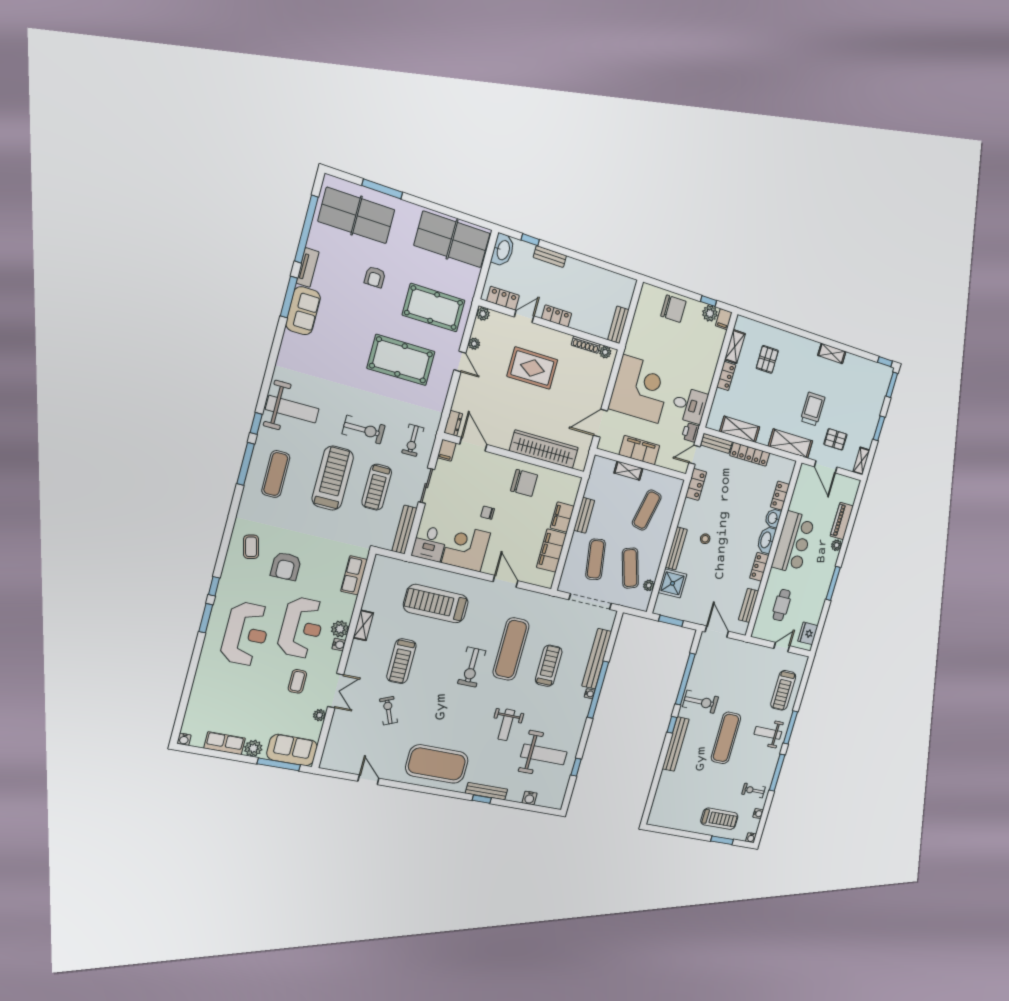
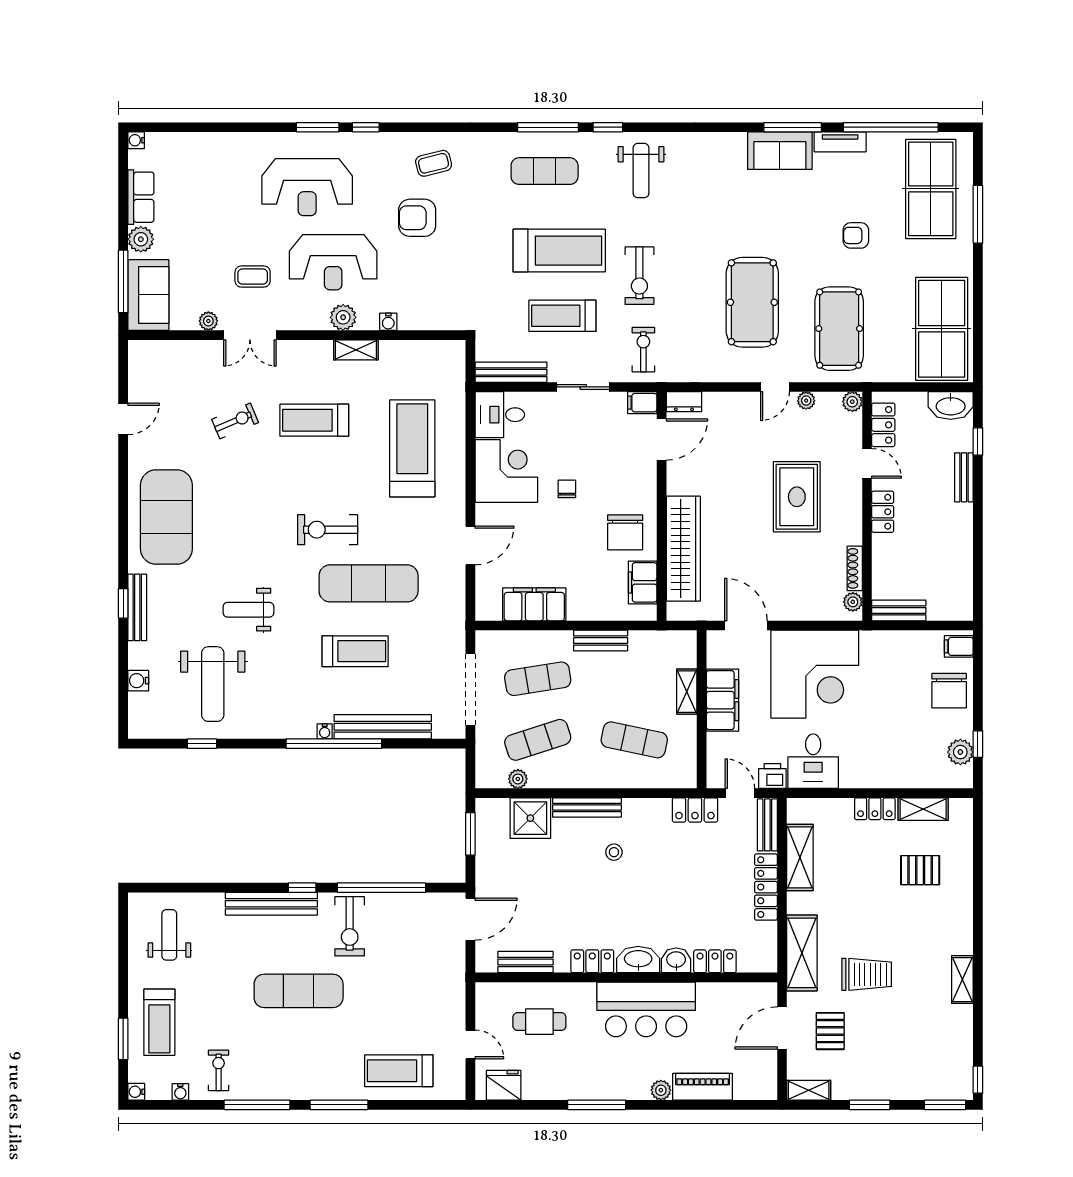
filing cabinet: (724, 319) -> (959, 646), moved
weight bench: (292, 409) -> (641, 171), width x0.73, depth x0.75
exercise bike: (413, 440) -> (643, 350), turned 90
filing cabinet: (562, 517) -> (643, 582), moved, turned -90
row of seats: (354, 575) -> (426, 317), removed
water cooler: (339, 645) -> (388, 322), moved
weight bench: (768, 733) -> (169, 935), moved

